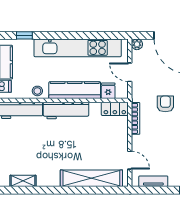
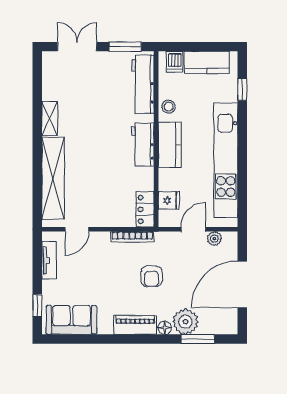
plant: (137, 44) -> (214, 239), moved
kitchen counter: (75, 90) -> (170, 145), width x0.67
armchair: (165, 104) -> (151, 276), turned 90
workbench: (66, 111) -> (143, 145), width x0.73
shelving: (23, 181) -> (50, 119), moved

